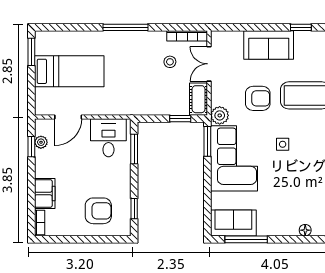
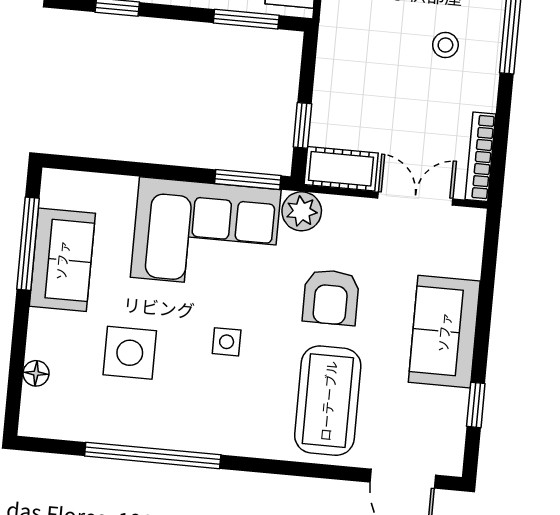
stool: (170, 62) -> (445, 45), moved
side table: (292, 188) -> (130, 353), added
sofa: (233, 223) -> (62, 260), moved

